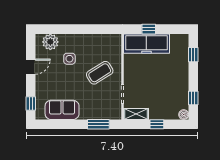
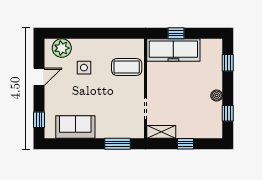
coffee table: (100, 73) -> (127, 67), moved, turned 32
boiler: (184, 115) -> (217, 96), moved

